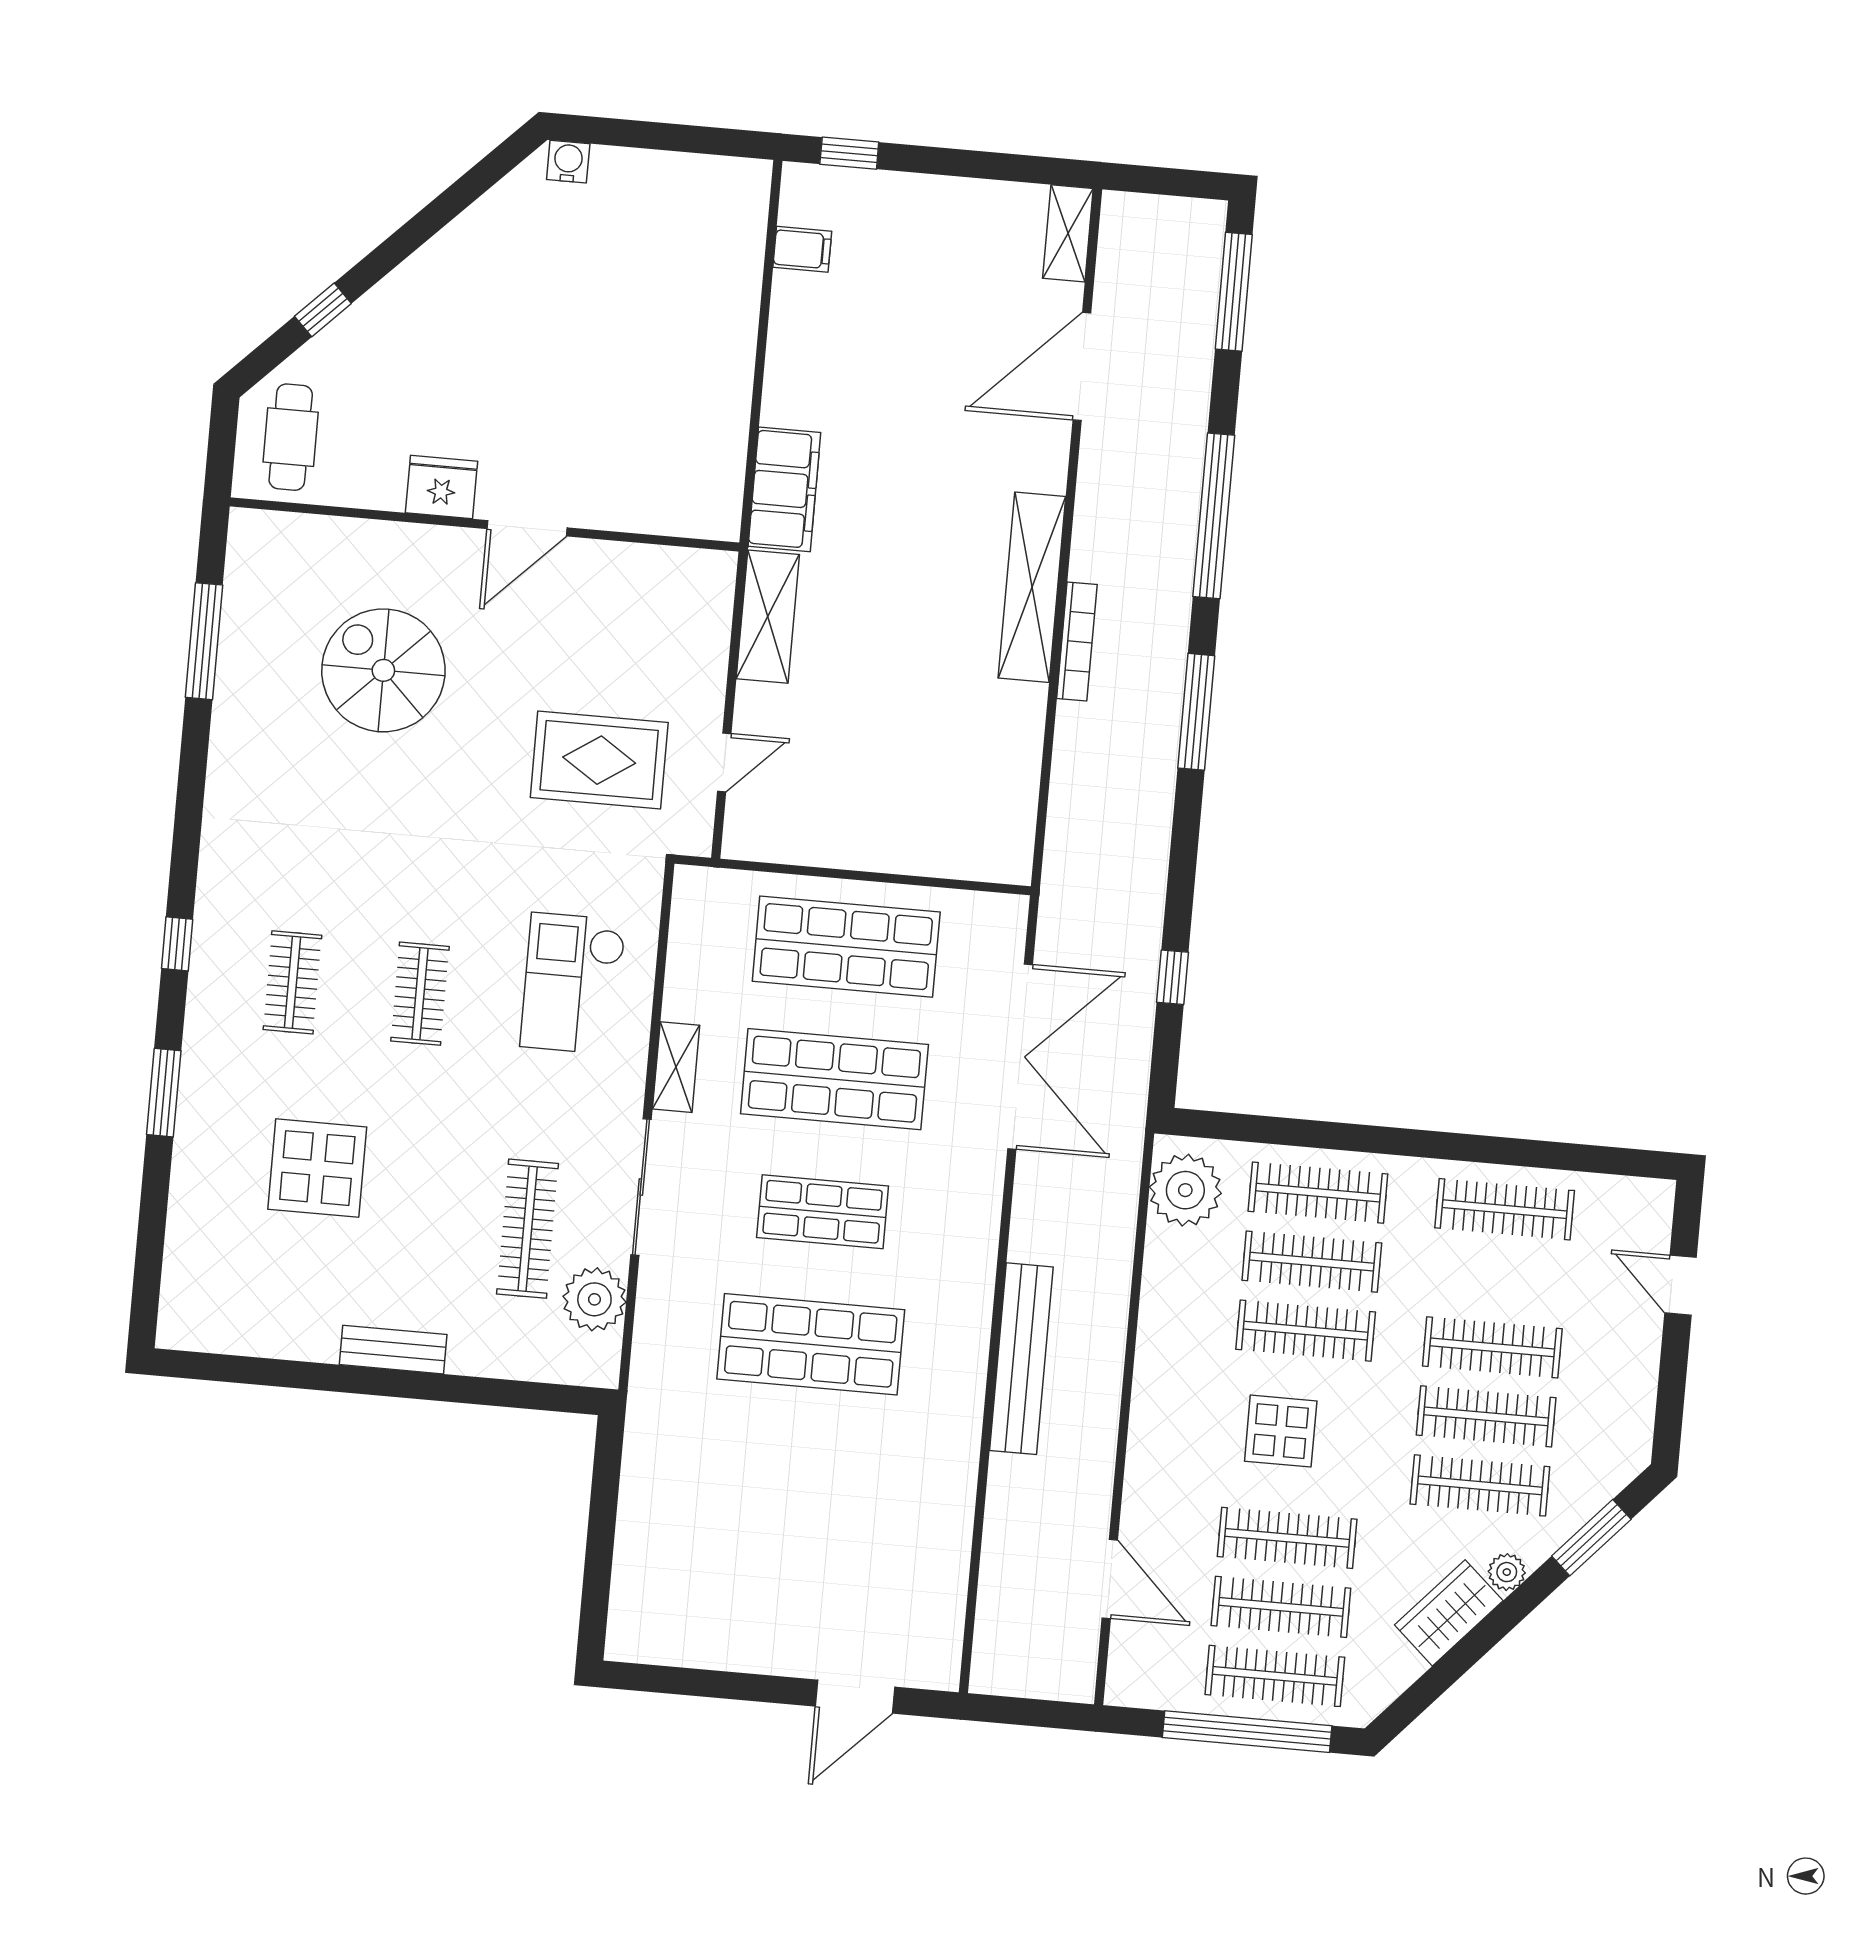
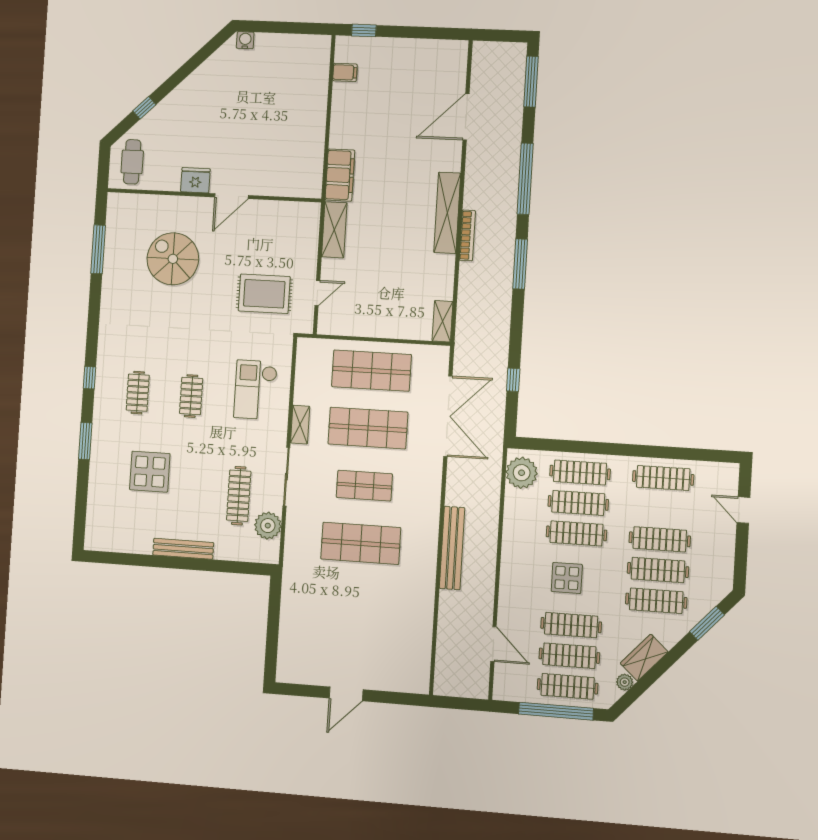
shelving: (1068, 233) -> (442, 321), moved
bench: (393, 1350) -> (183, 549), width x1.36
plant: (1507, 1572) -> (625, 682), moved
door: (855, 1697) -> (346, 694), moved

